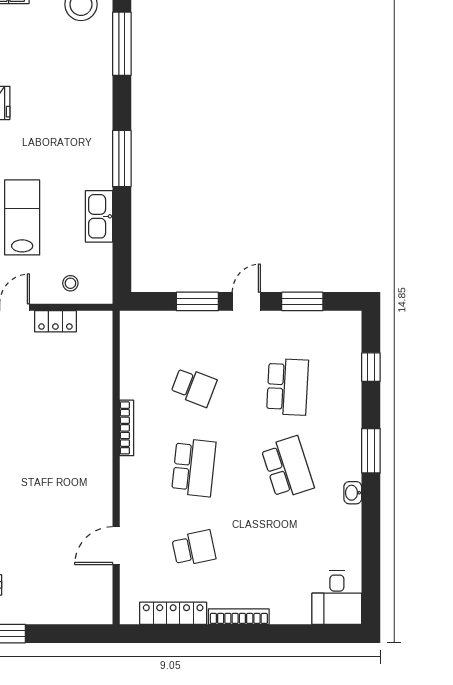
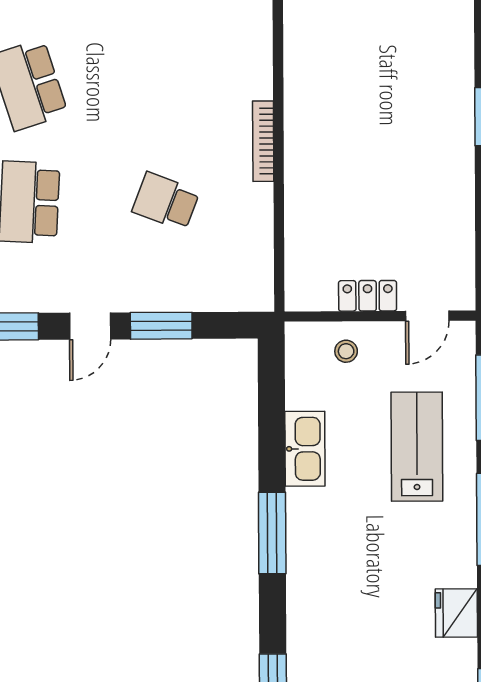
lab bench: (22, 217) -> (417, 447), turned 180
school desk: (194, 468) -> (165, 84), removed

